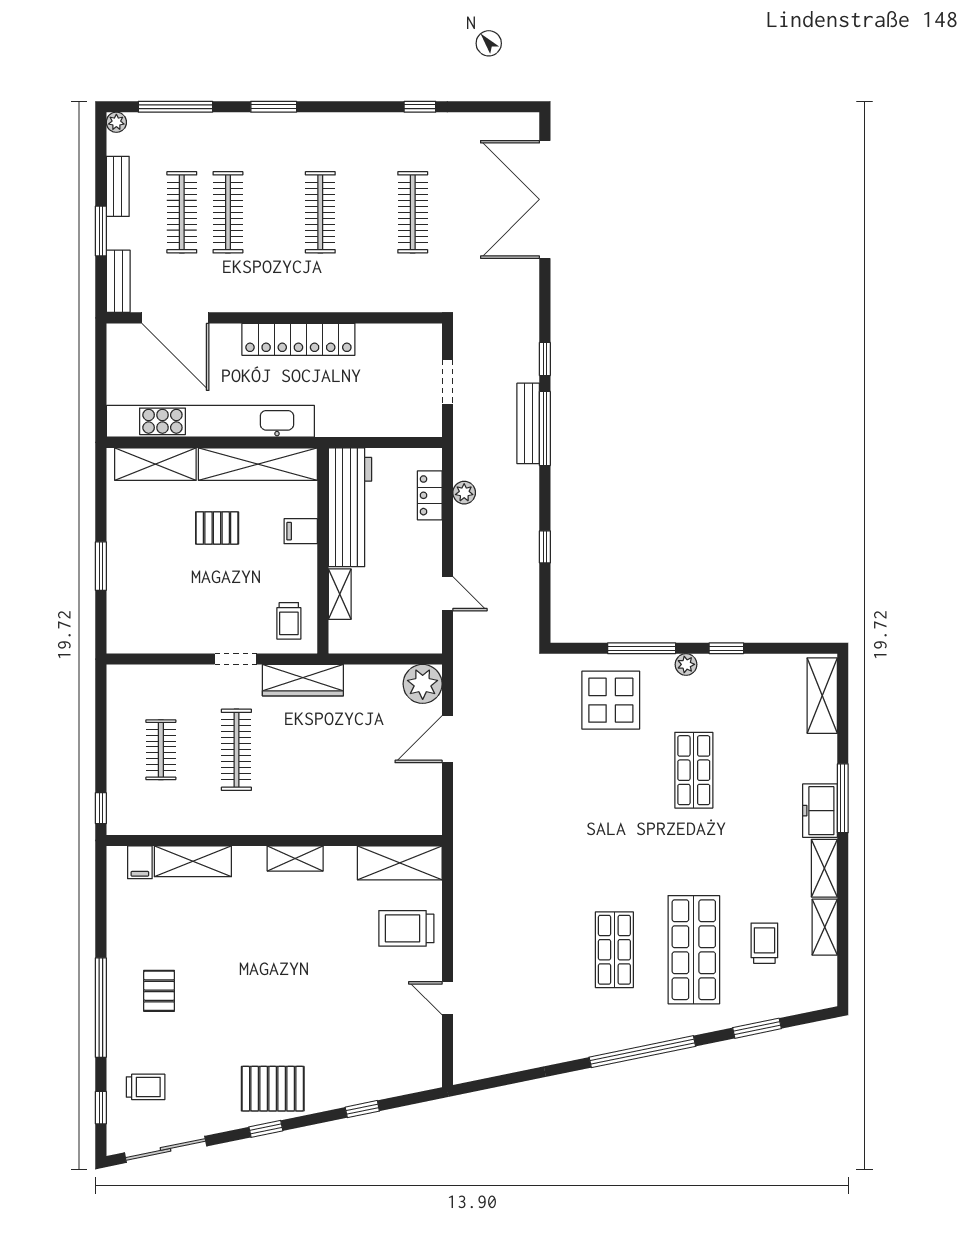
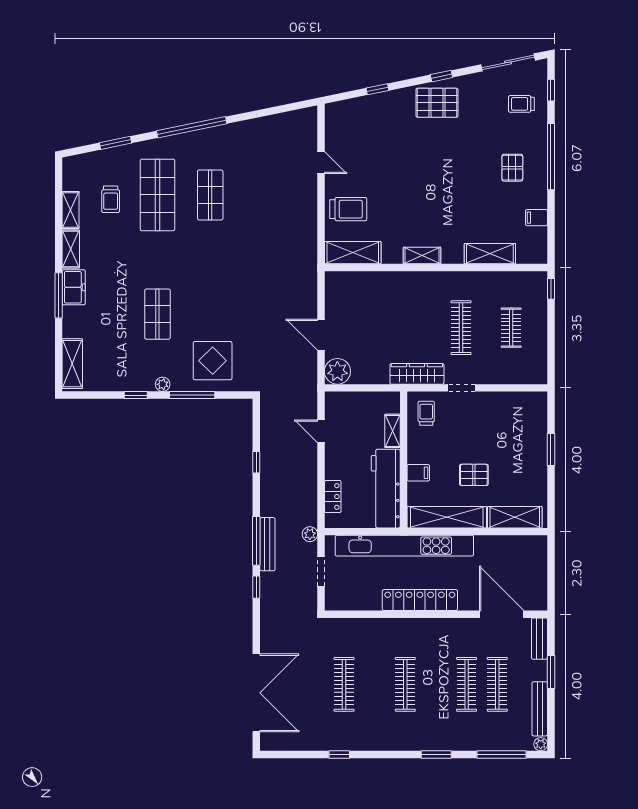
bench: (118, 186) -> (540, 709), width x1.36
kitchen unit: (210, 421) -> (404, 546), moved
plant: (464, 493) -> (310, 534), moved
door: (447, 739) -> (321, 335), swing flipped
filing cabinet: (140, 862) -> (536, 218), moved, turned -90

